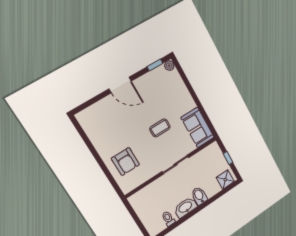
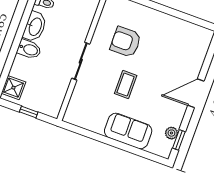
plant: (169, 66) -> (171, 133), moved
sofa: (198, 128) -> (128, 131), moved
armchair: (125, 162) -> (126, 42), moved

